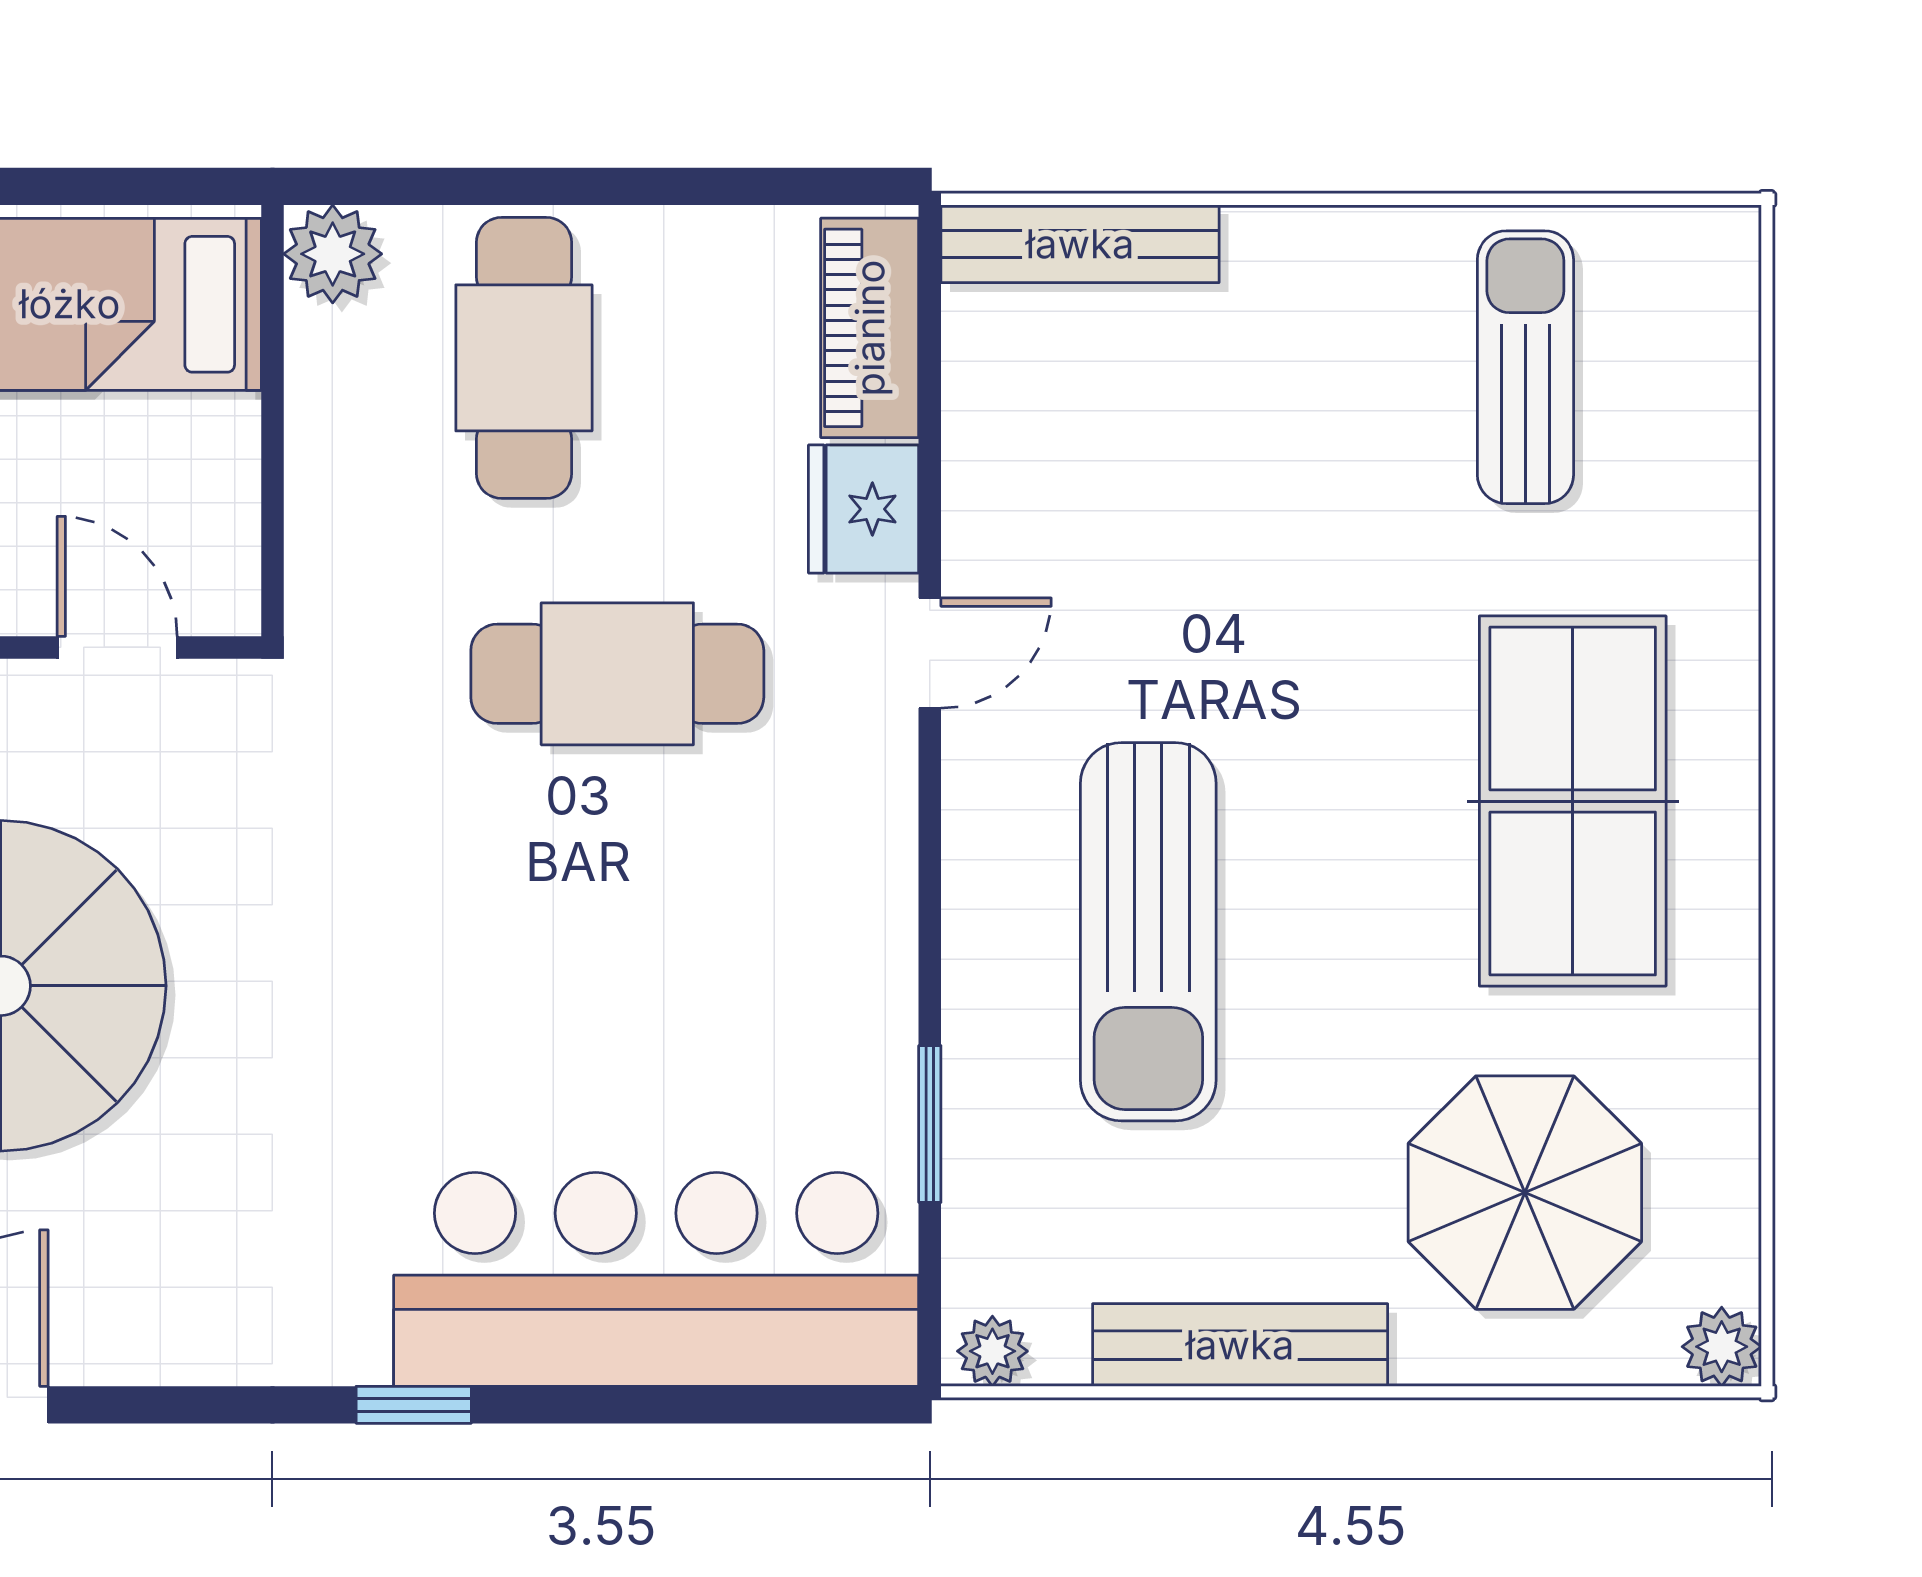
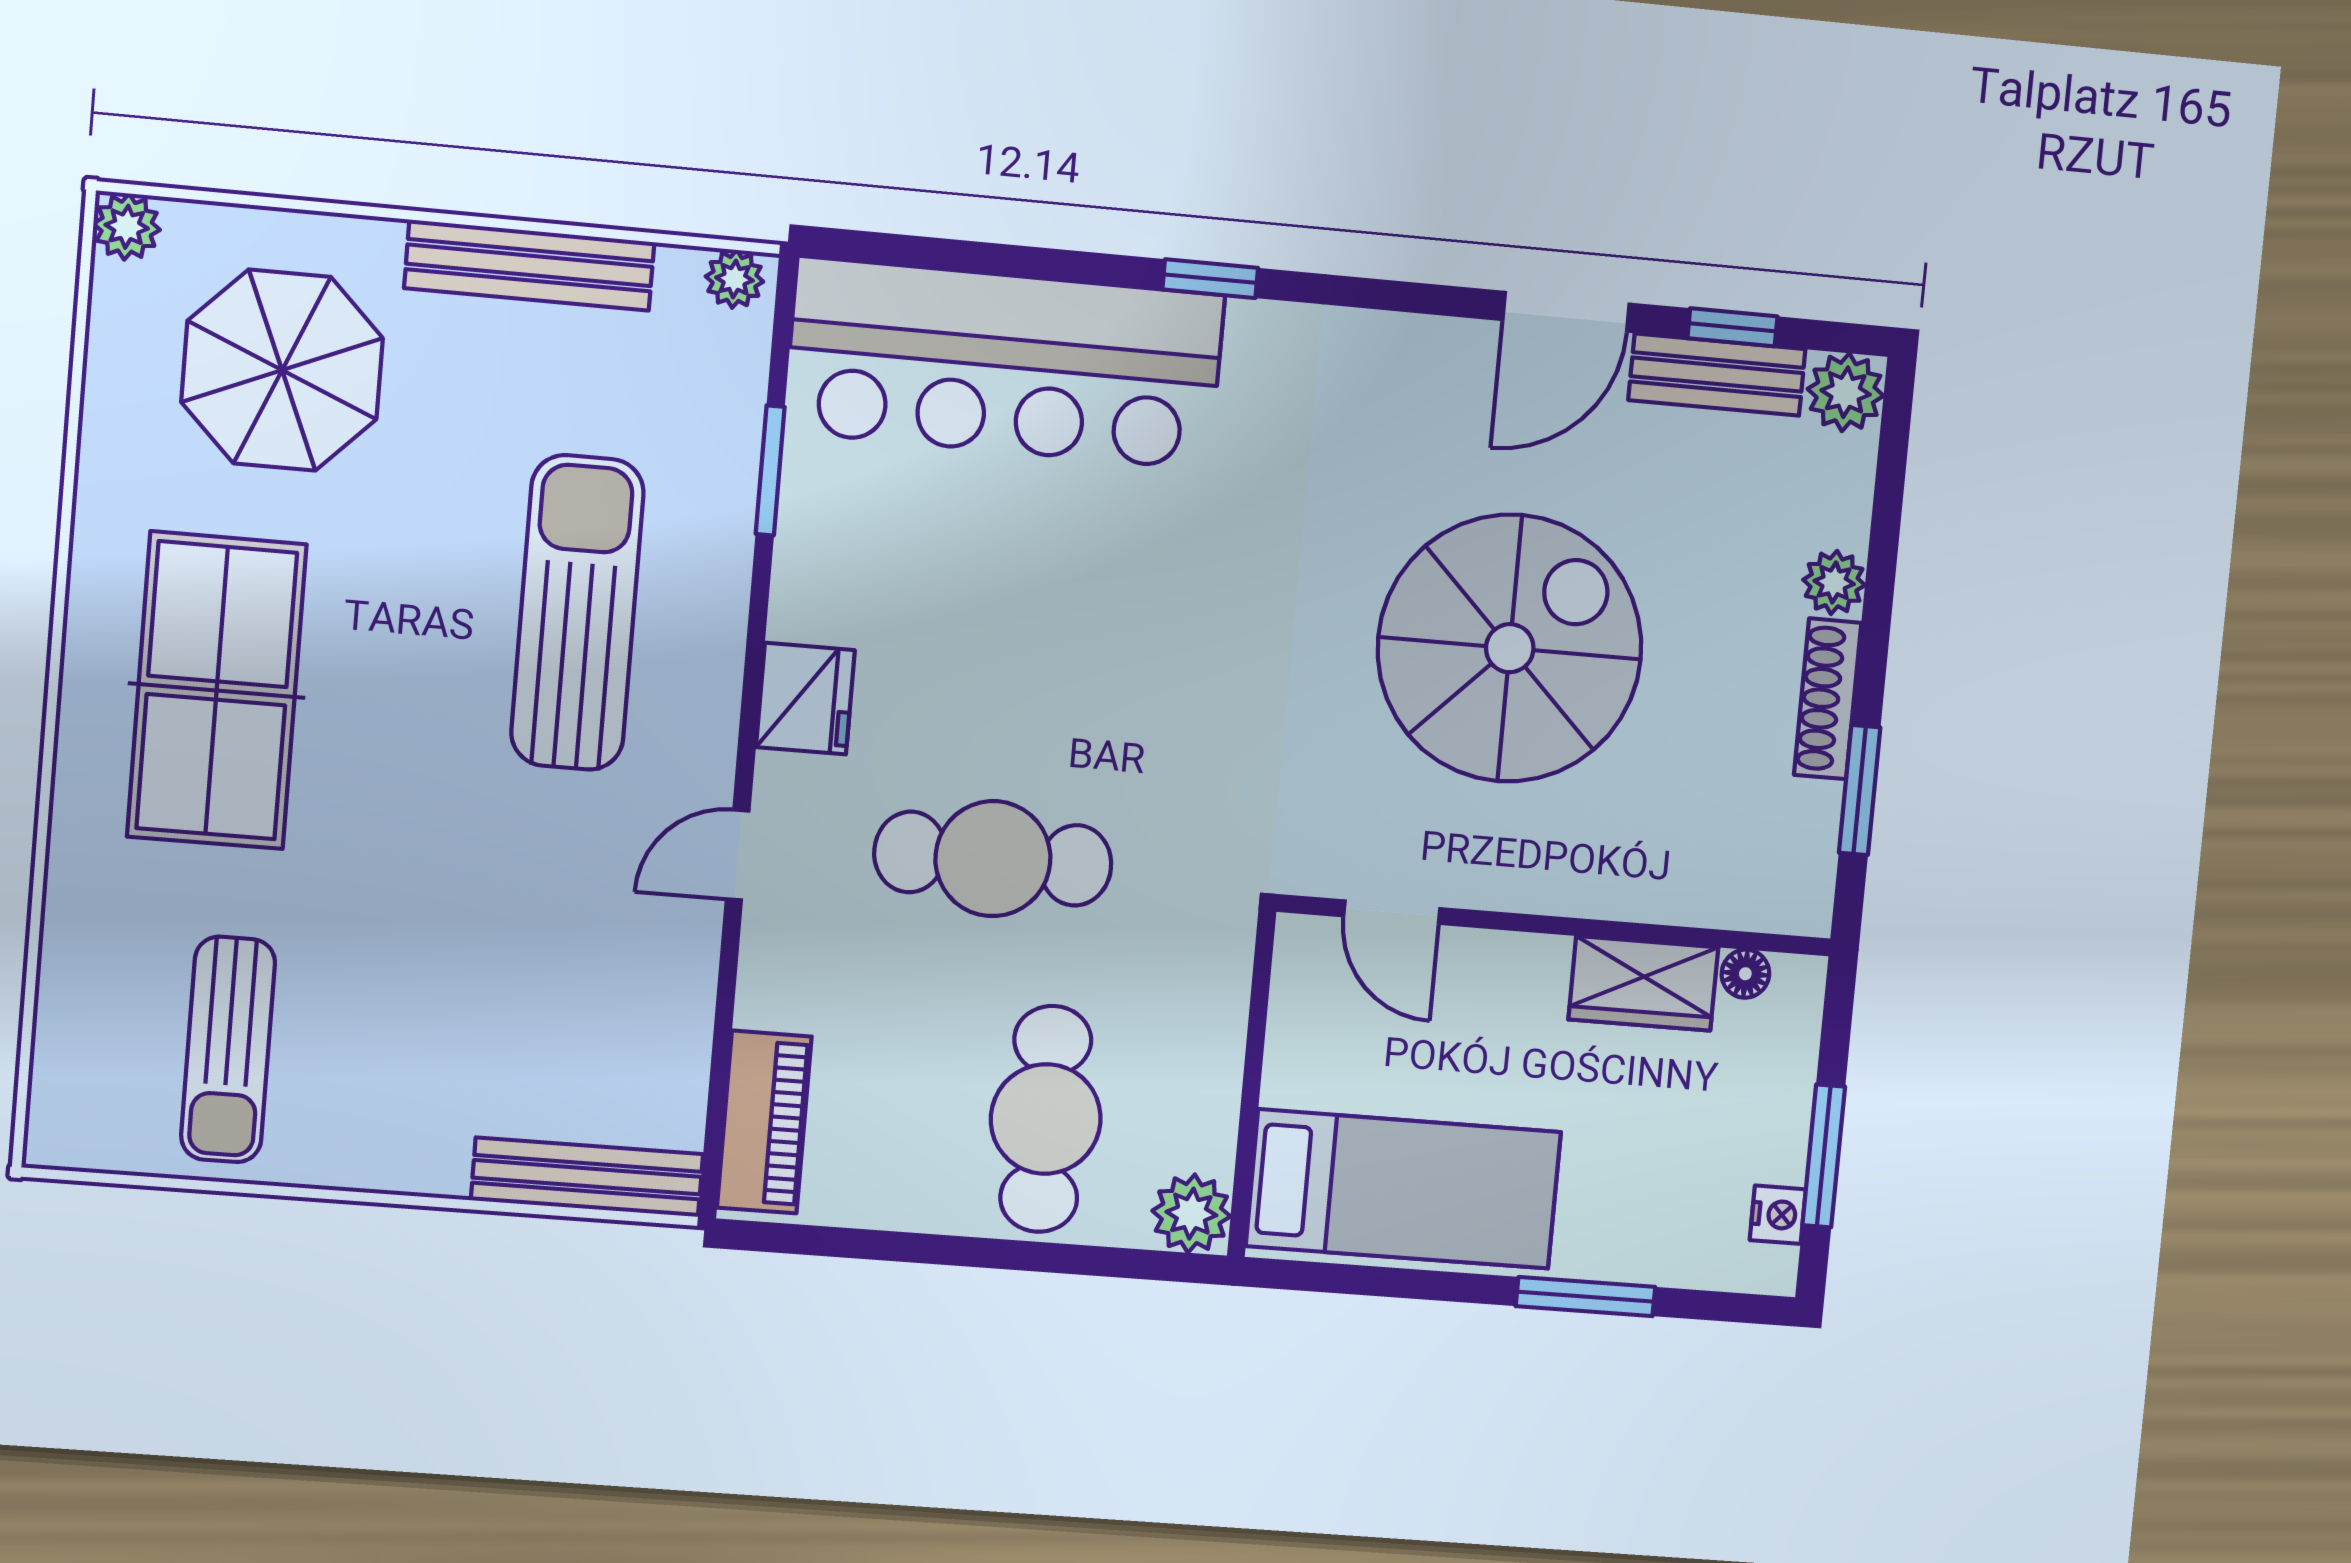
fridge: (864, 509) -> (805, 699), moved

